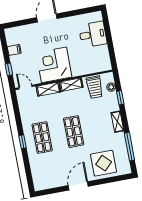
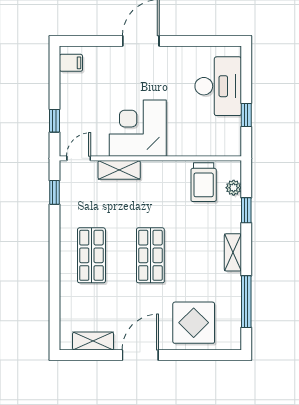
desk: (93, 34) -> (218, 86), width x1.37
window: (111, 47) -> (246, 115), added
filing cabinet: (14, 50) -> (71, 63), moved
shelving: (71, 85) -> (93, 341), moved
door: (25, 87) -> (79, 158), hinge flipped
window: (22, 142) -> (55, 192), moved

